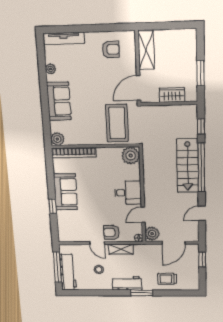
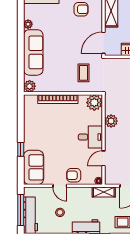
sofa: (59, 101) -> (33, 52), width x1.36
coffee table: (117, 123) -> (84, 73), width x0.54, depth x0.58
bookcase: (74, 153) -> (58, 99), moved
sofa: (66, 192) -> (34, 167), moved
plant: (152, 234) -> (111, 121), moved
shelving: (121, 249) -> (104, 192), moved

